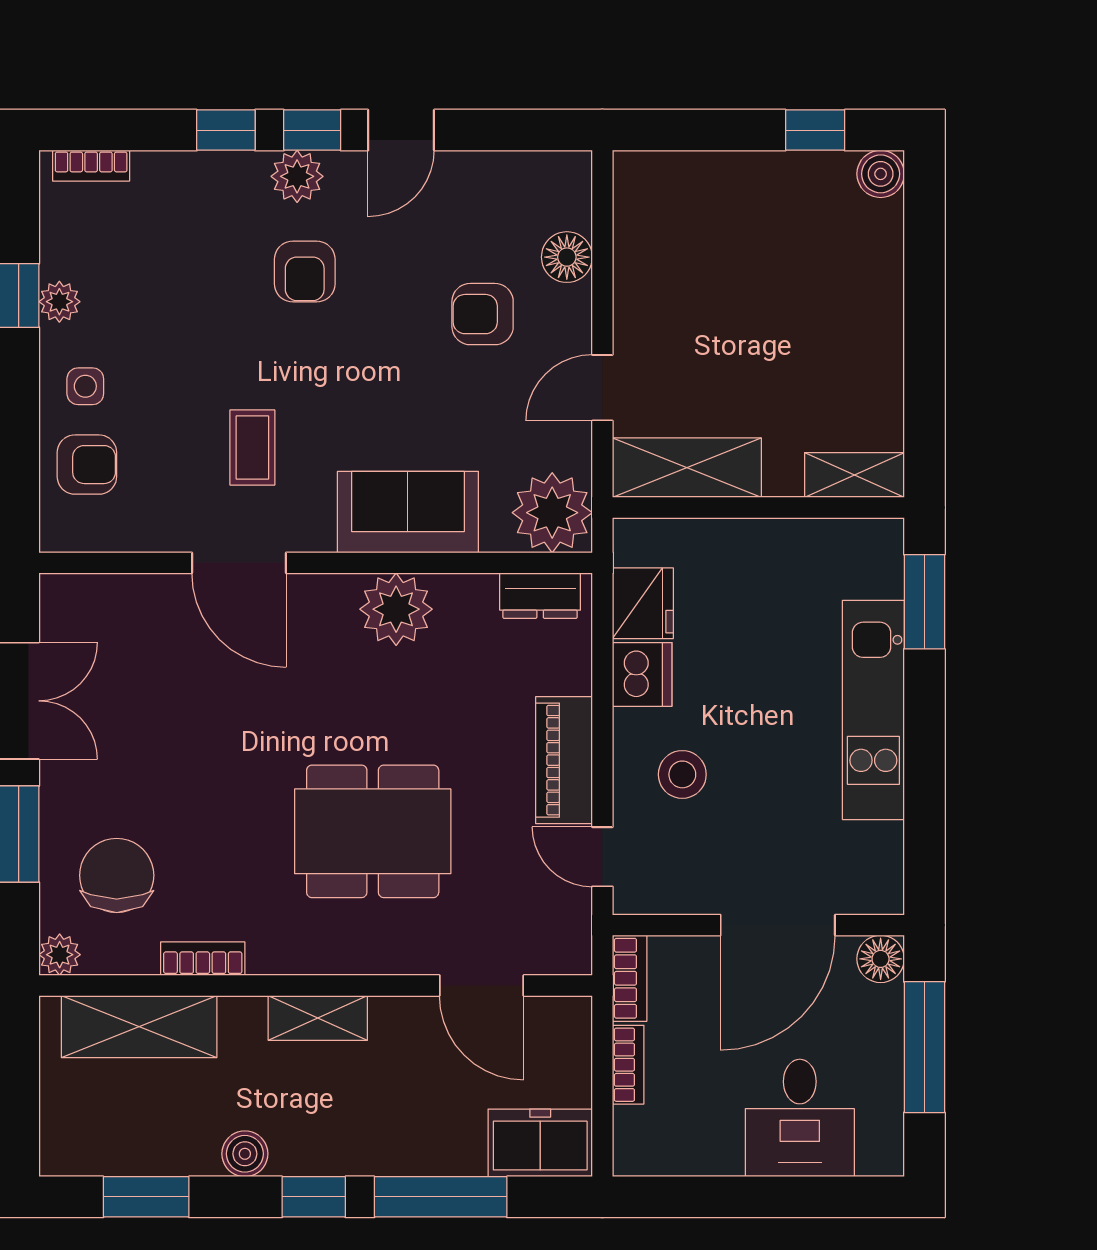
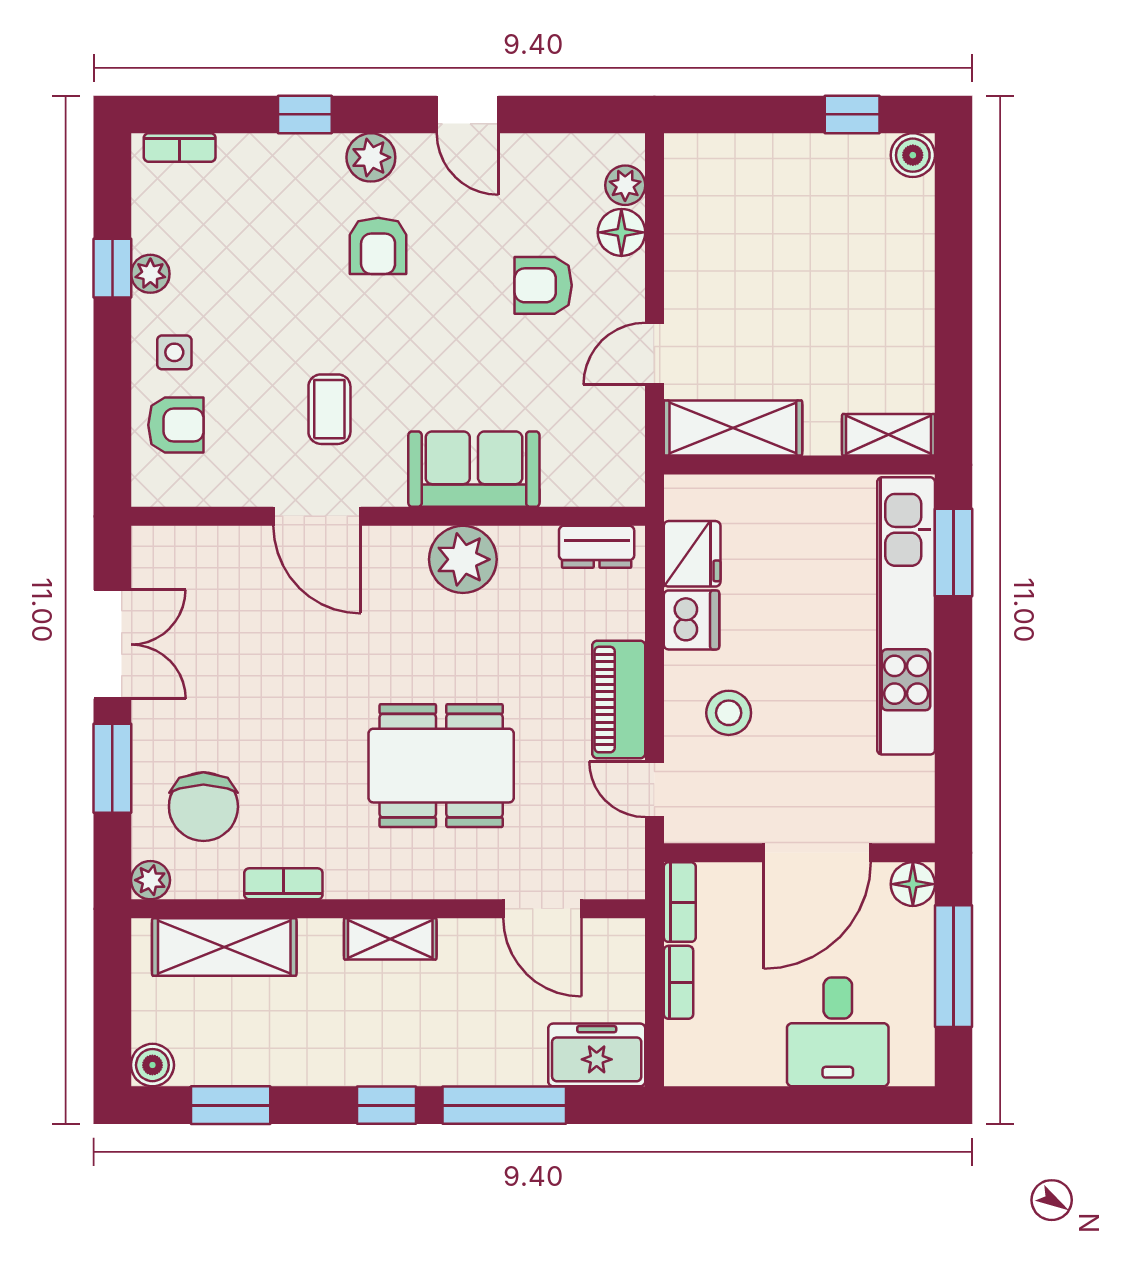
window: (312, 130) -> (385, 114), removed
door: (401, 130) -> (468, 114), hinge flipped
plant: (552, 513) -> (625, 185), moved, width x0.53, depth x0.53
kitchen unit: (873, 710) -> (906, 616), width x1.36
chair: (117, 875) -> (203, 807), turned 180
boiler: (245, 1154) -> (152, 1065), moved

